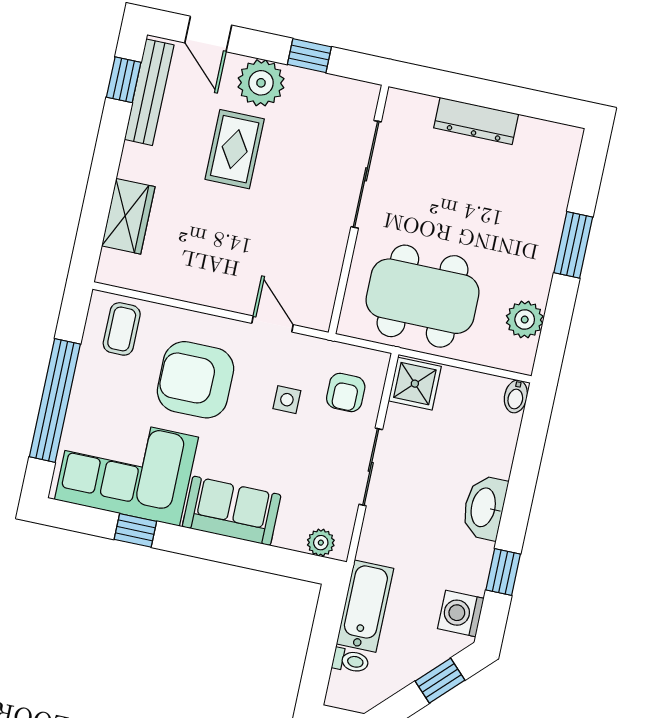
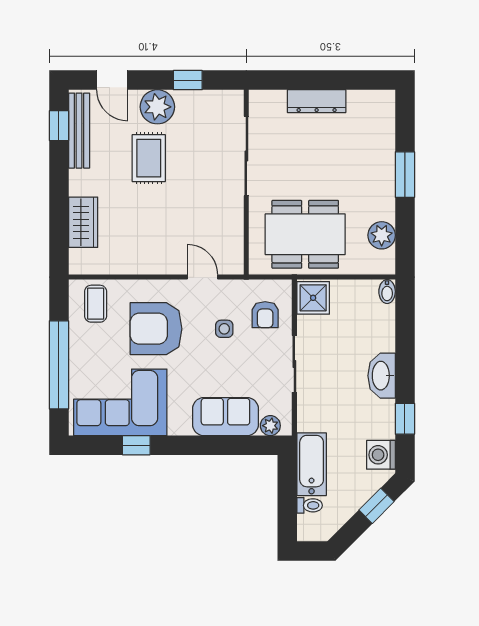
sofa: (232, 511) -> (225, 417), moved

